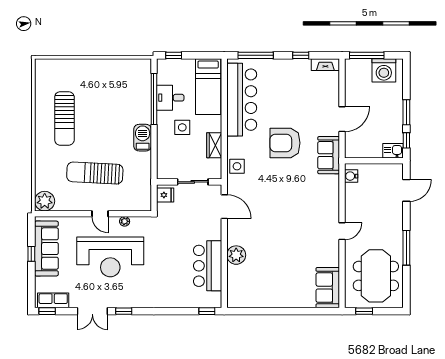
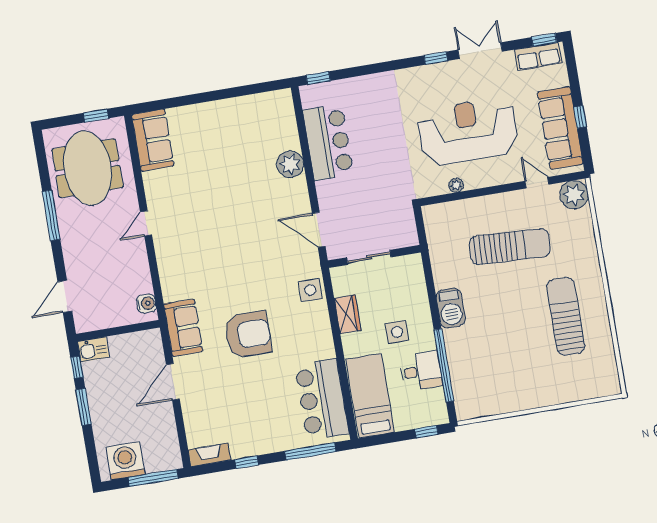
bar counter: (242, 100) -> (322, 399), width x0.73
fridge: (165, 195) -> (405, 232), removed
door: (100, 214) -> (537, 183), moved

